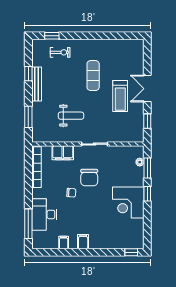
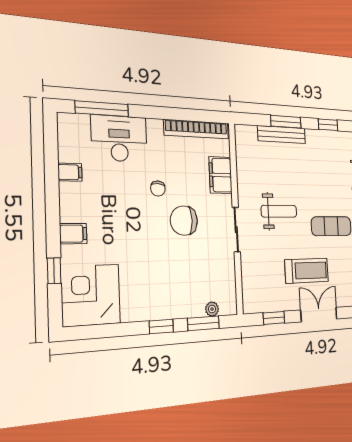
bench: (37, 84) -> (282, 135), moved
treadmill: (120, 96) -> (307, 271), turned 180
weight bench: (71, 116) -> (279, 211), moved, turned -90
window: (28, 117) -> (286, 122), moved
corner desk: (128, 203) -> (91, 295), moved
filing cabinet: (83, 242) -> (73, 234), moved
window: (131, 252) -> (54, 271), moved

